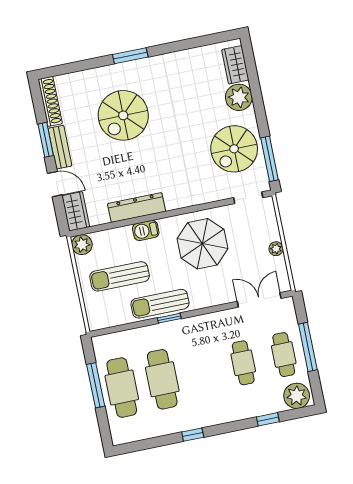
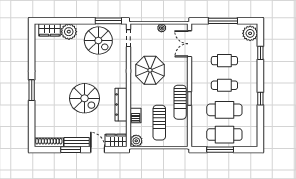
spiral stairs: (123, 115) -> (85, 98), moved
door: (55, 184) -> (98, 150), hinge flipped
barbecue: (146, 230) -> (136, 116), moved
cafe table: (284, 355) -> (224, 85), moved

